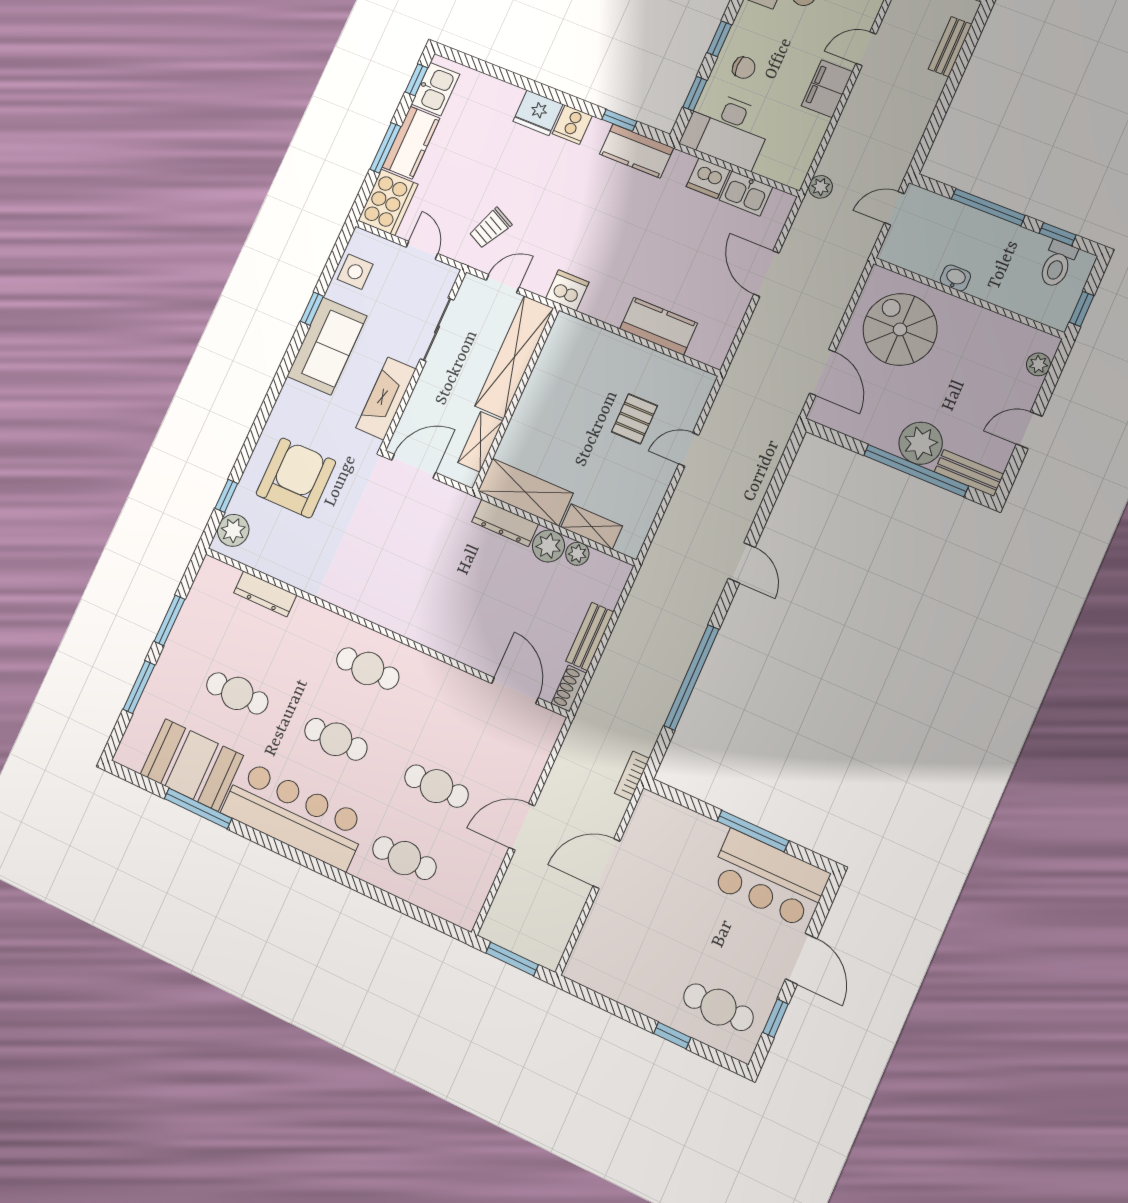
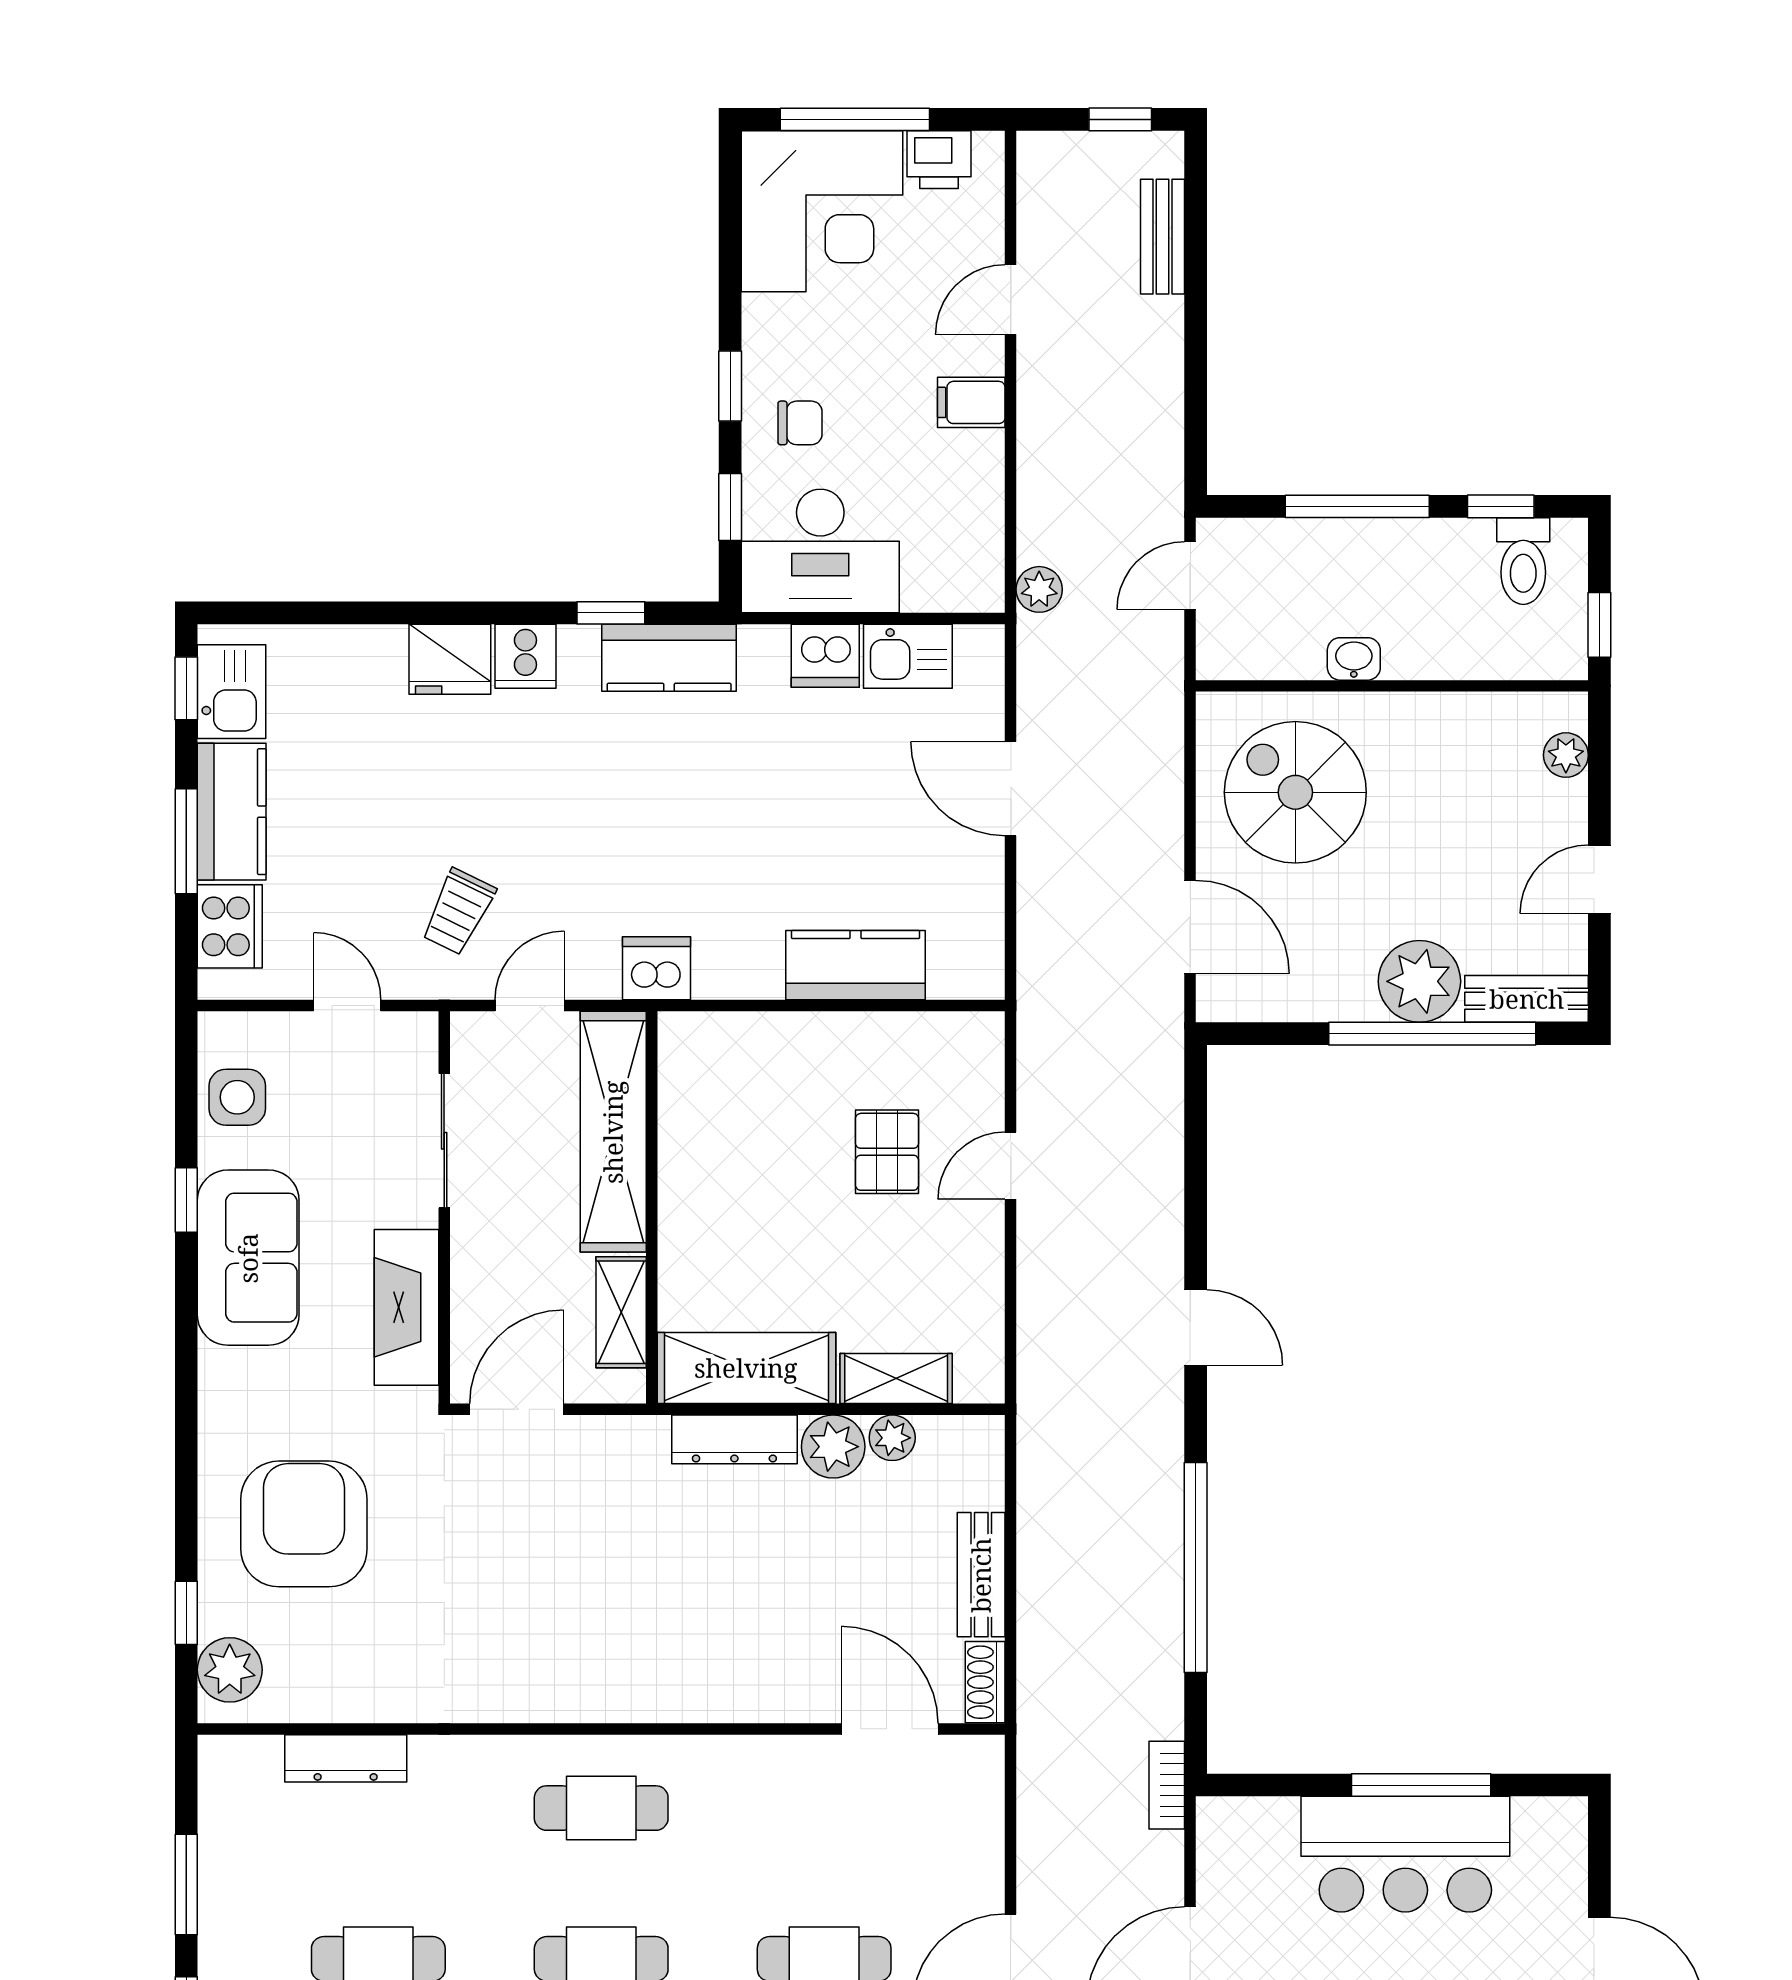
filing cabinet: (827, 89) -> (971, 402), width x0.50
cooker: (388, 202) -> (230, 926), width x0.73, depth x0.76
bar counter: (768, 879) -> (1405, 1854), moved

